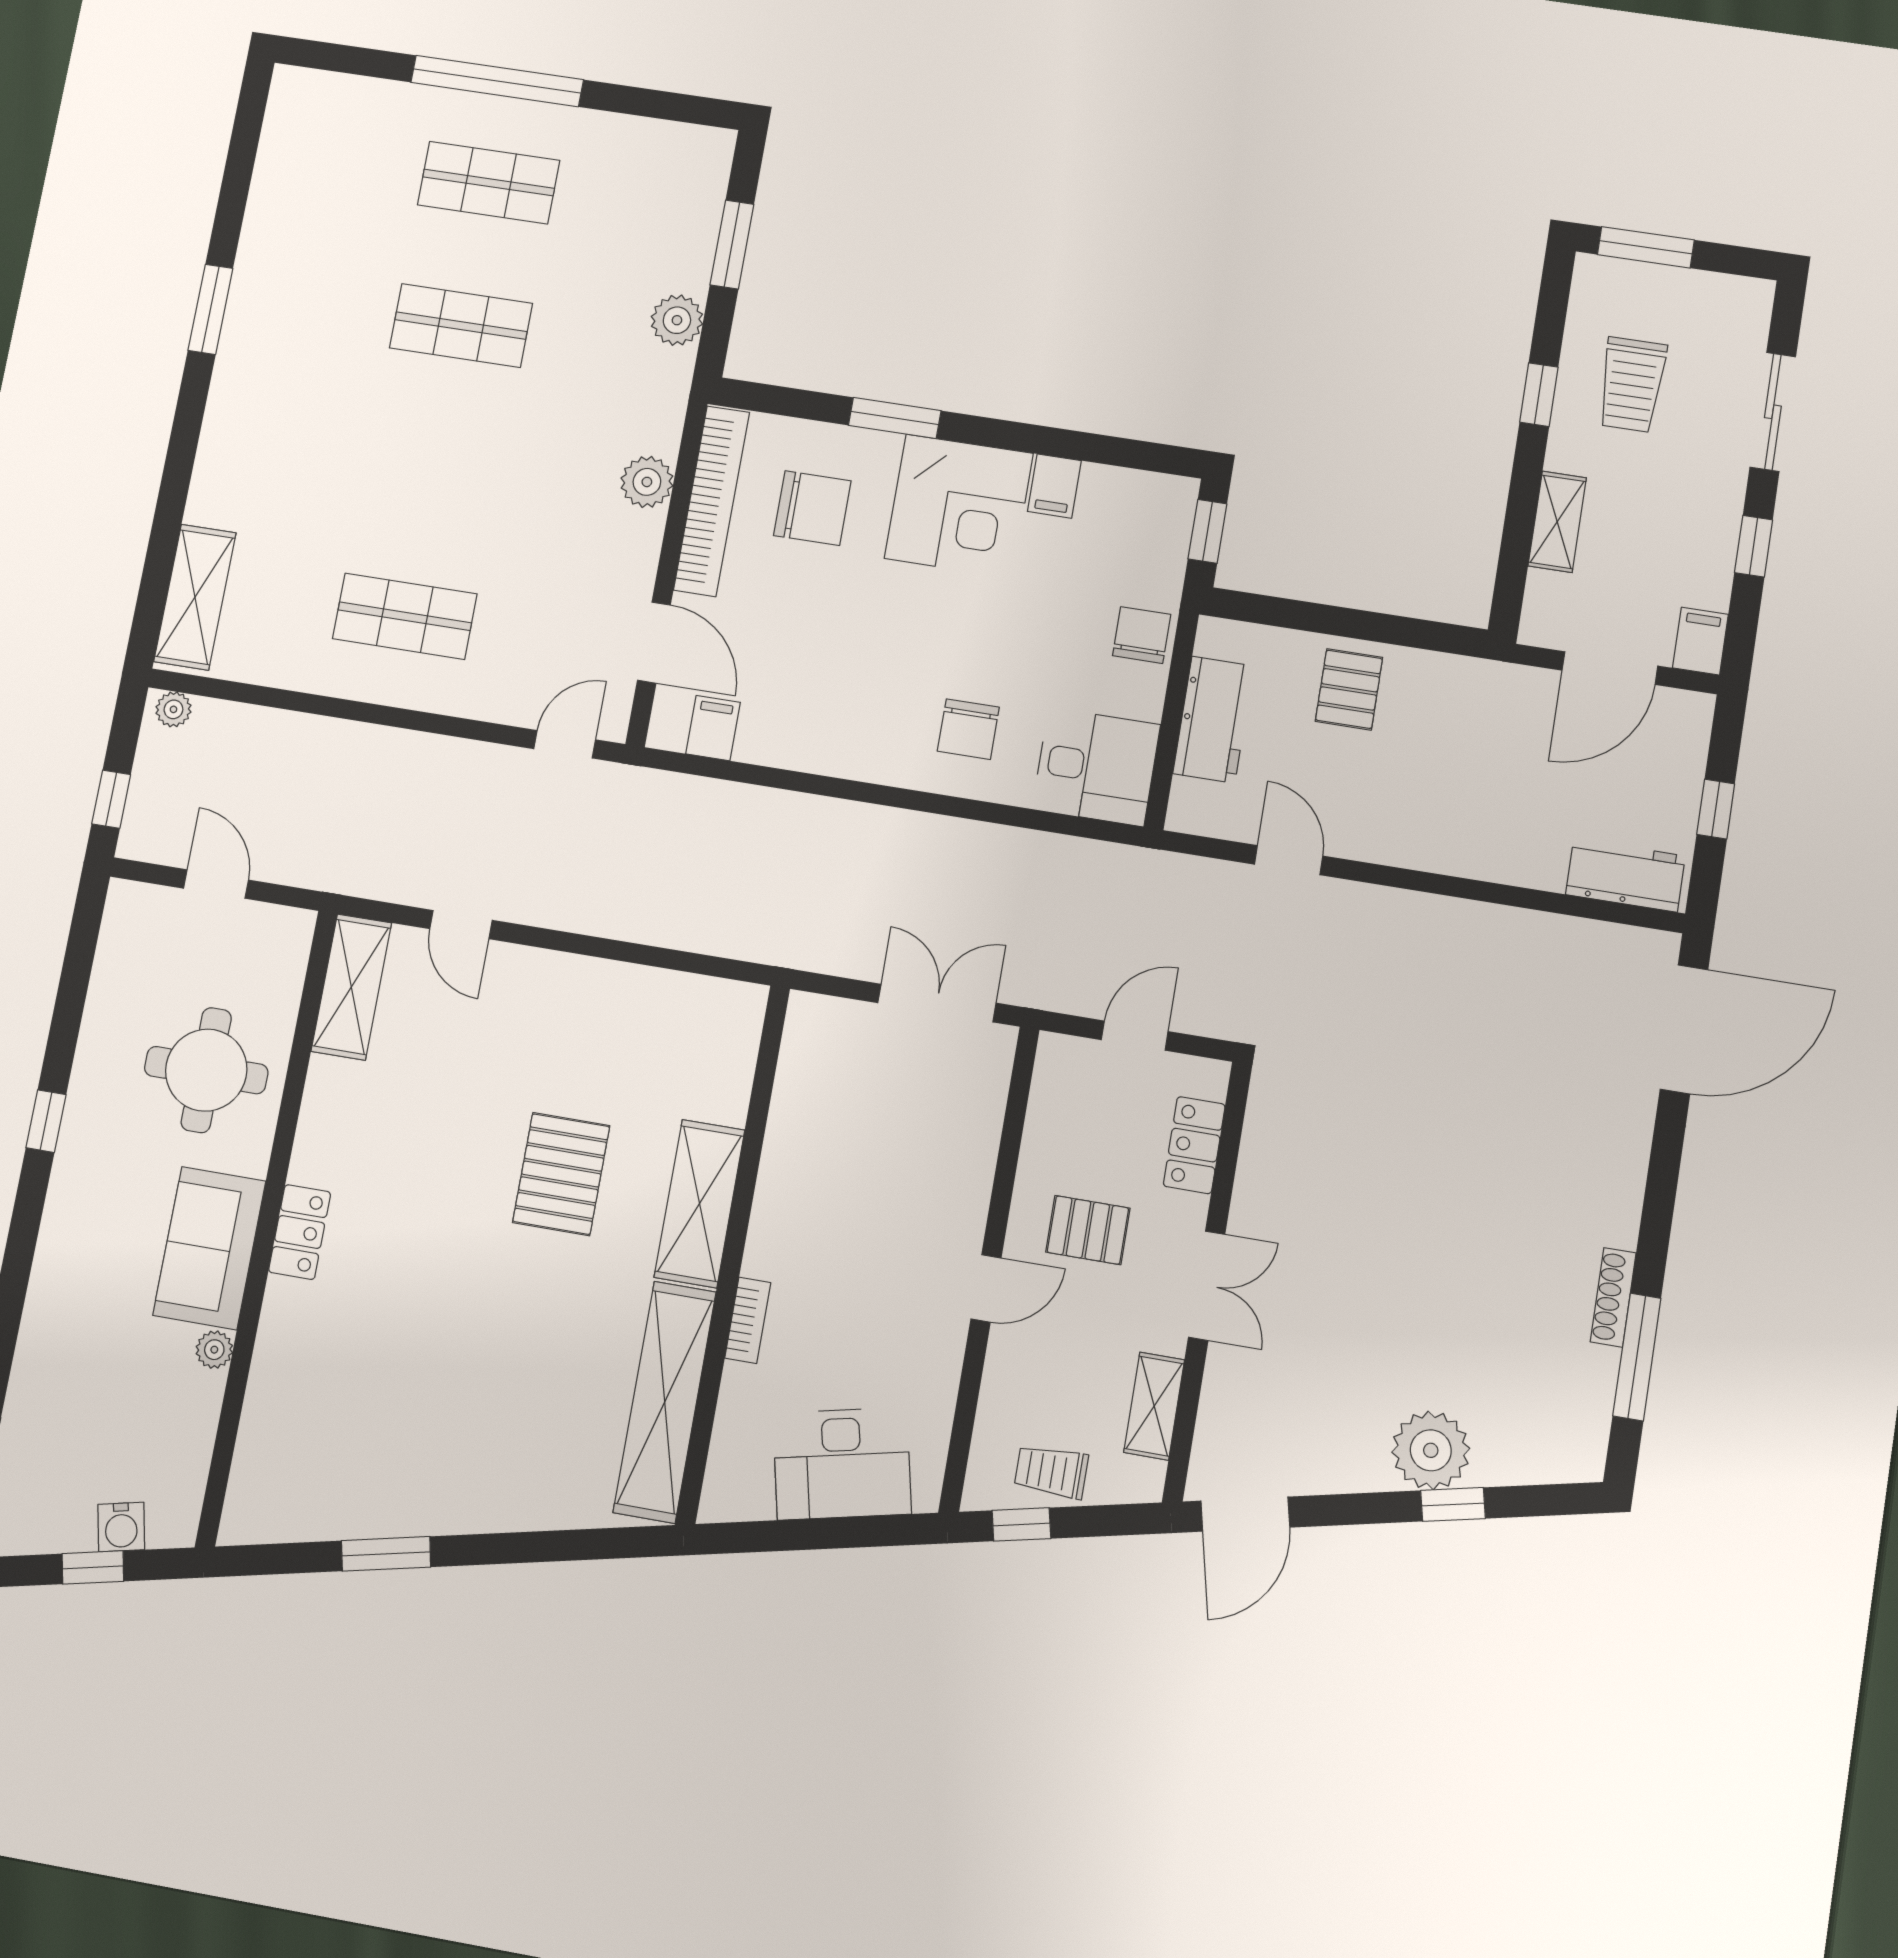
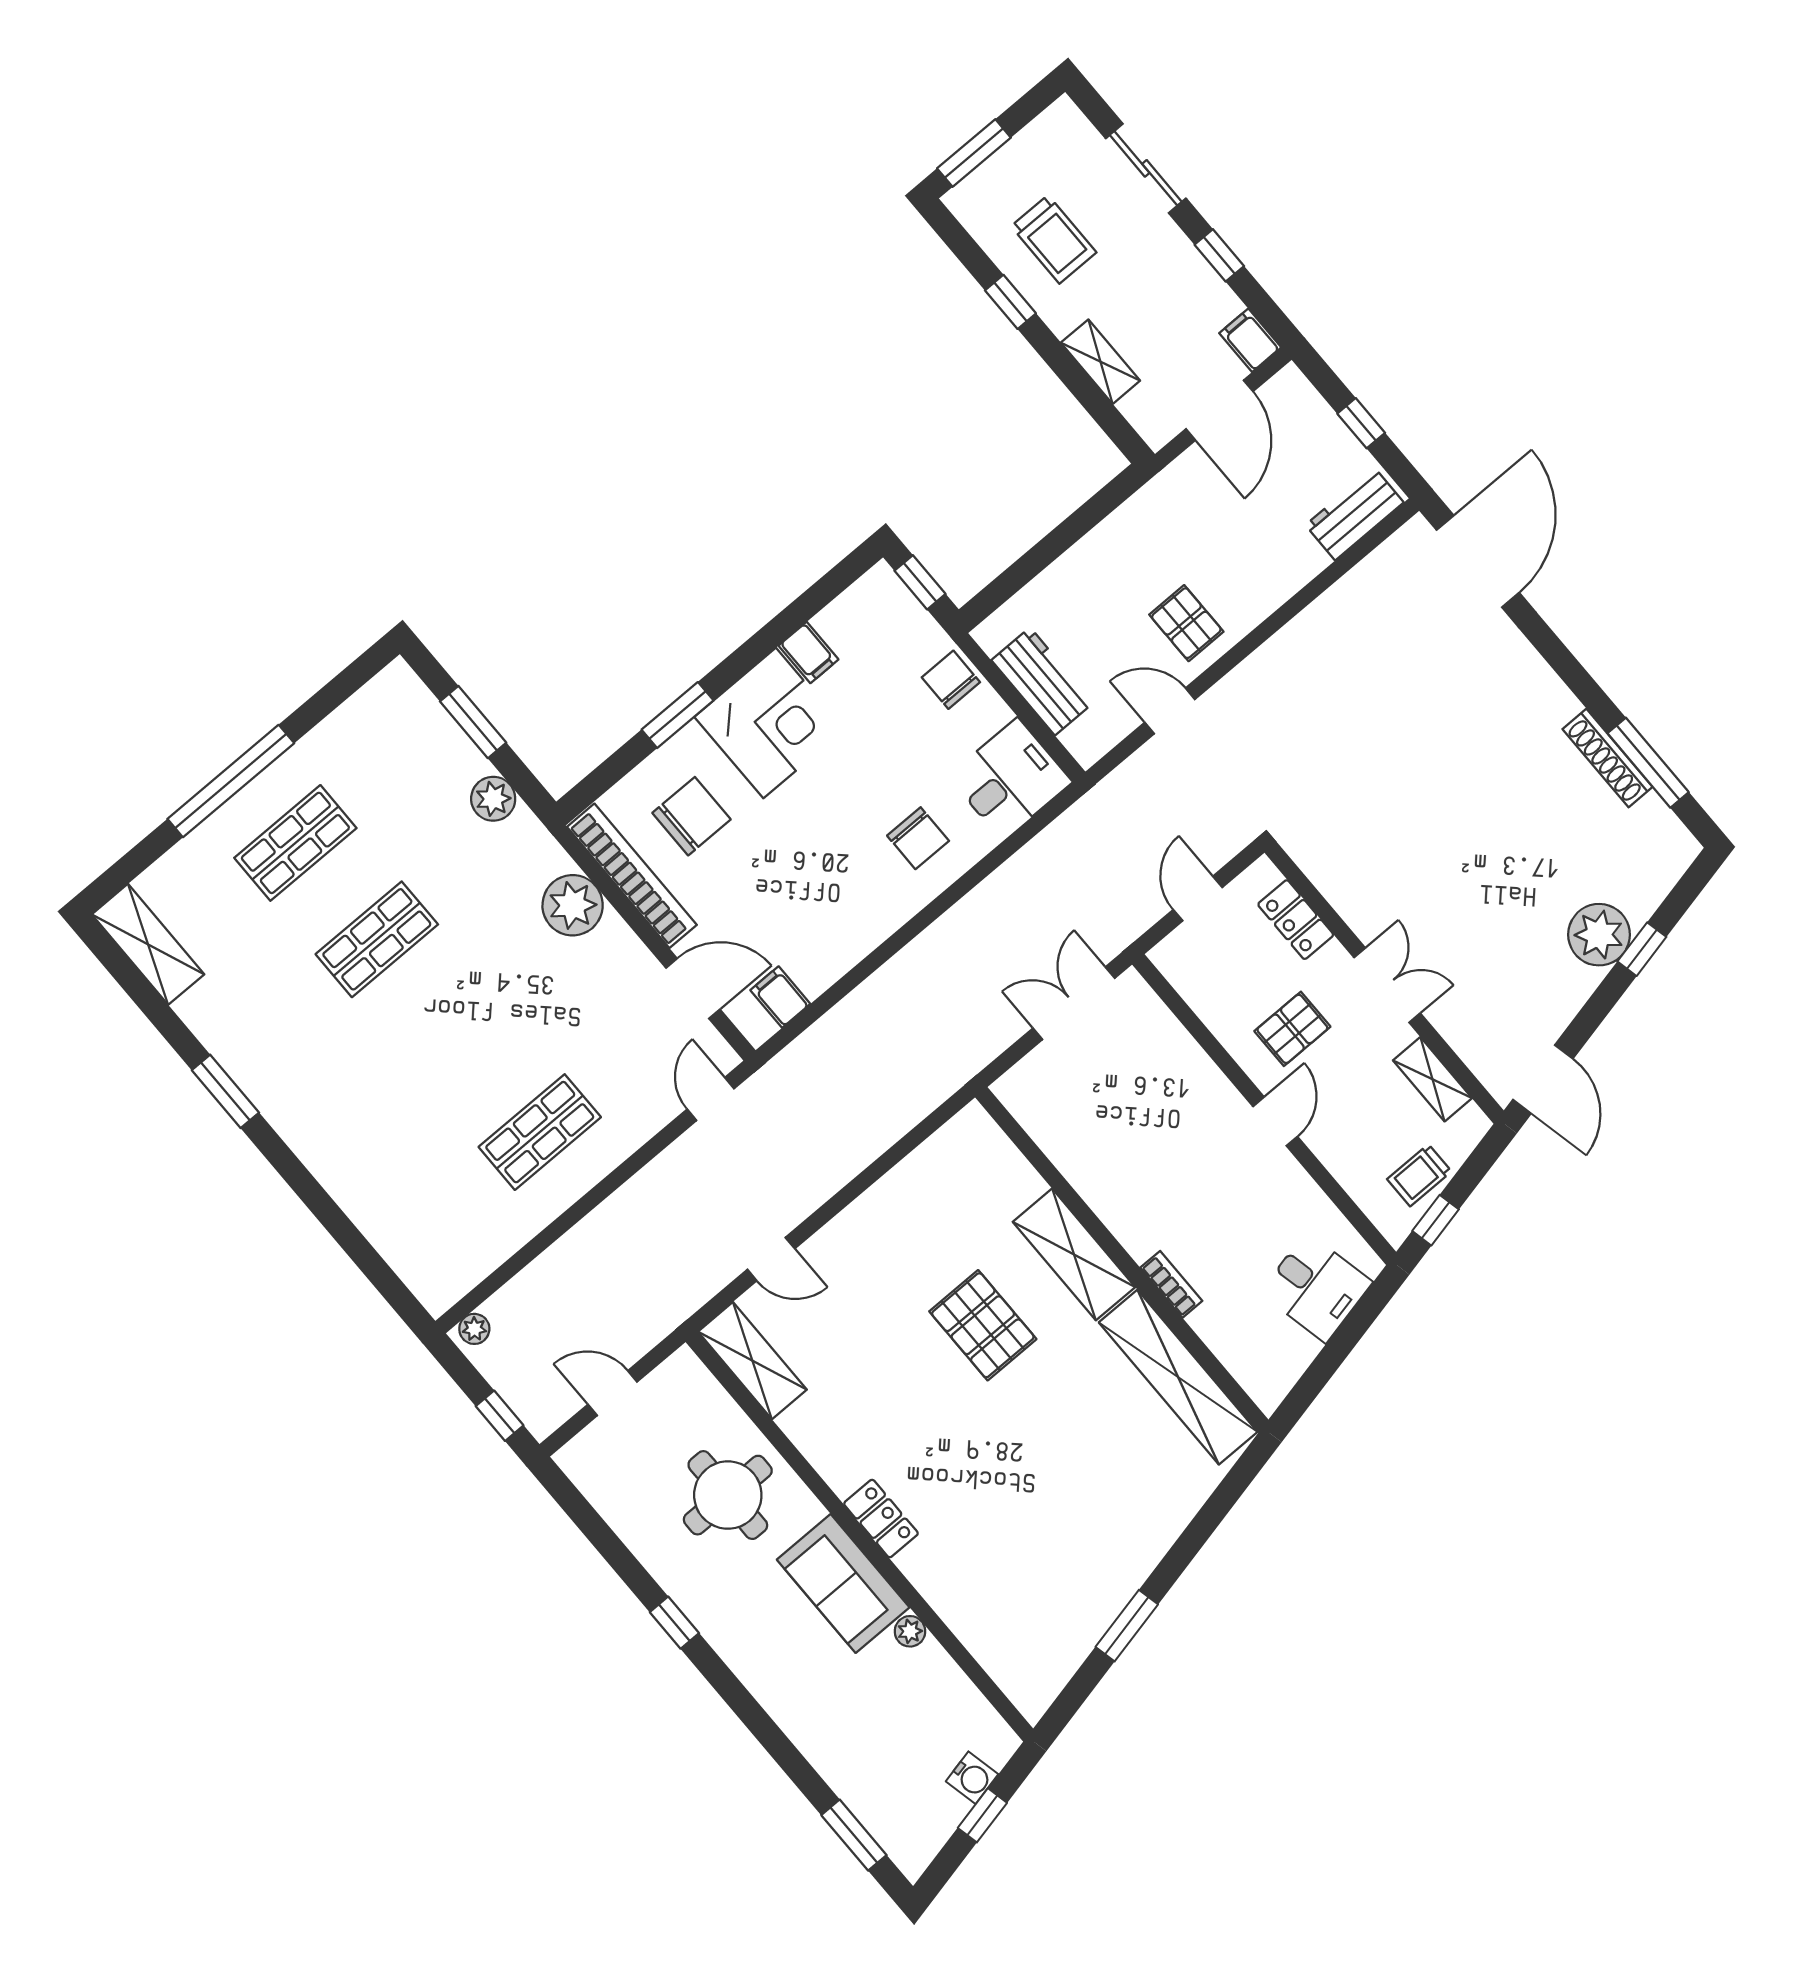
plant: (647, 482) -> (573, 905), width x1.36, depth x1.36
shelving: (195, 597) -> (148, 944), moved
pallet: (1349, 689) -> (1186, 623), moved
shoe rack: (1613, 1297) -> (1608, 758), width x1.36, depth x1.24
desk: (842, 1464) -> (1316, 1287), width x0.73

